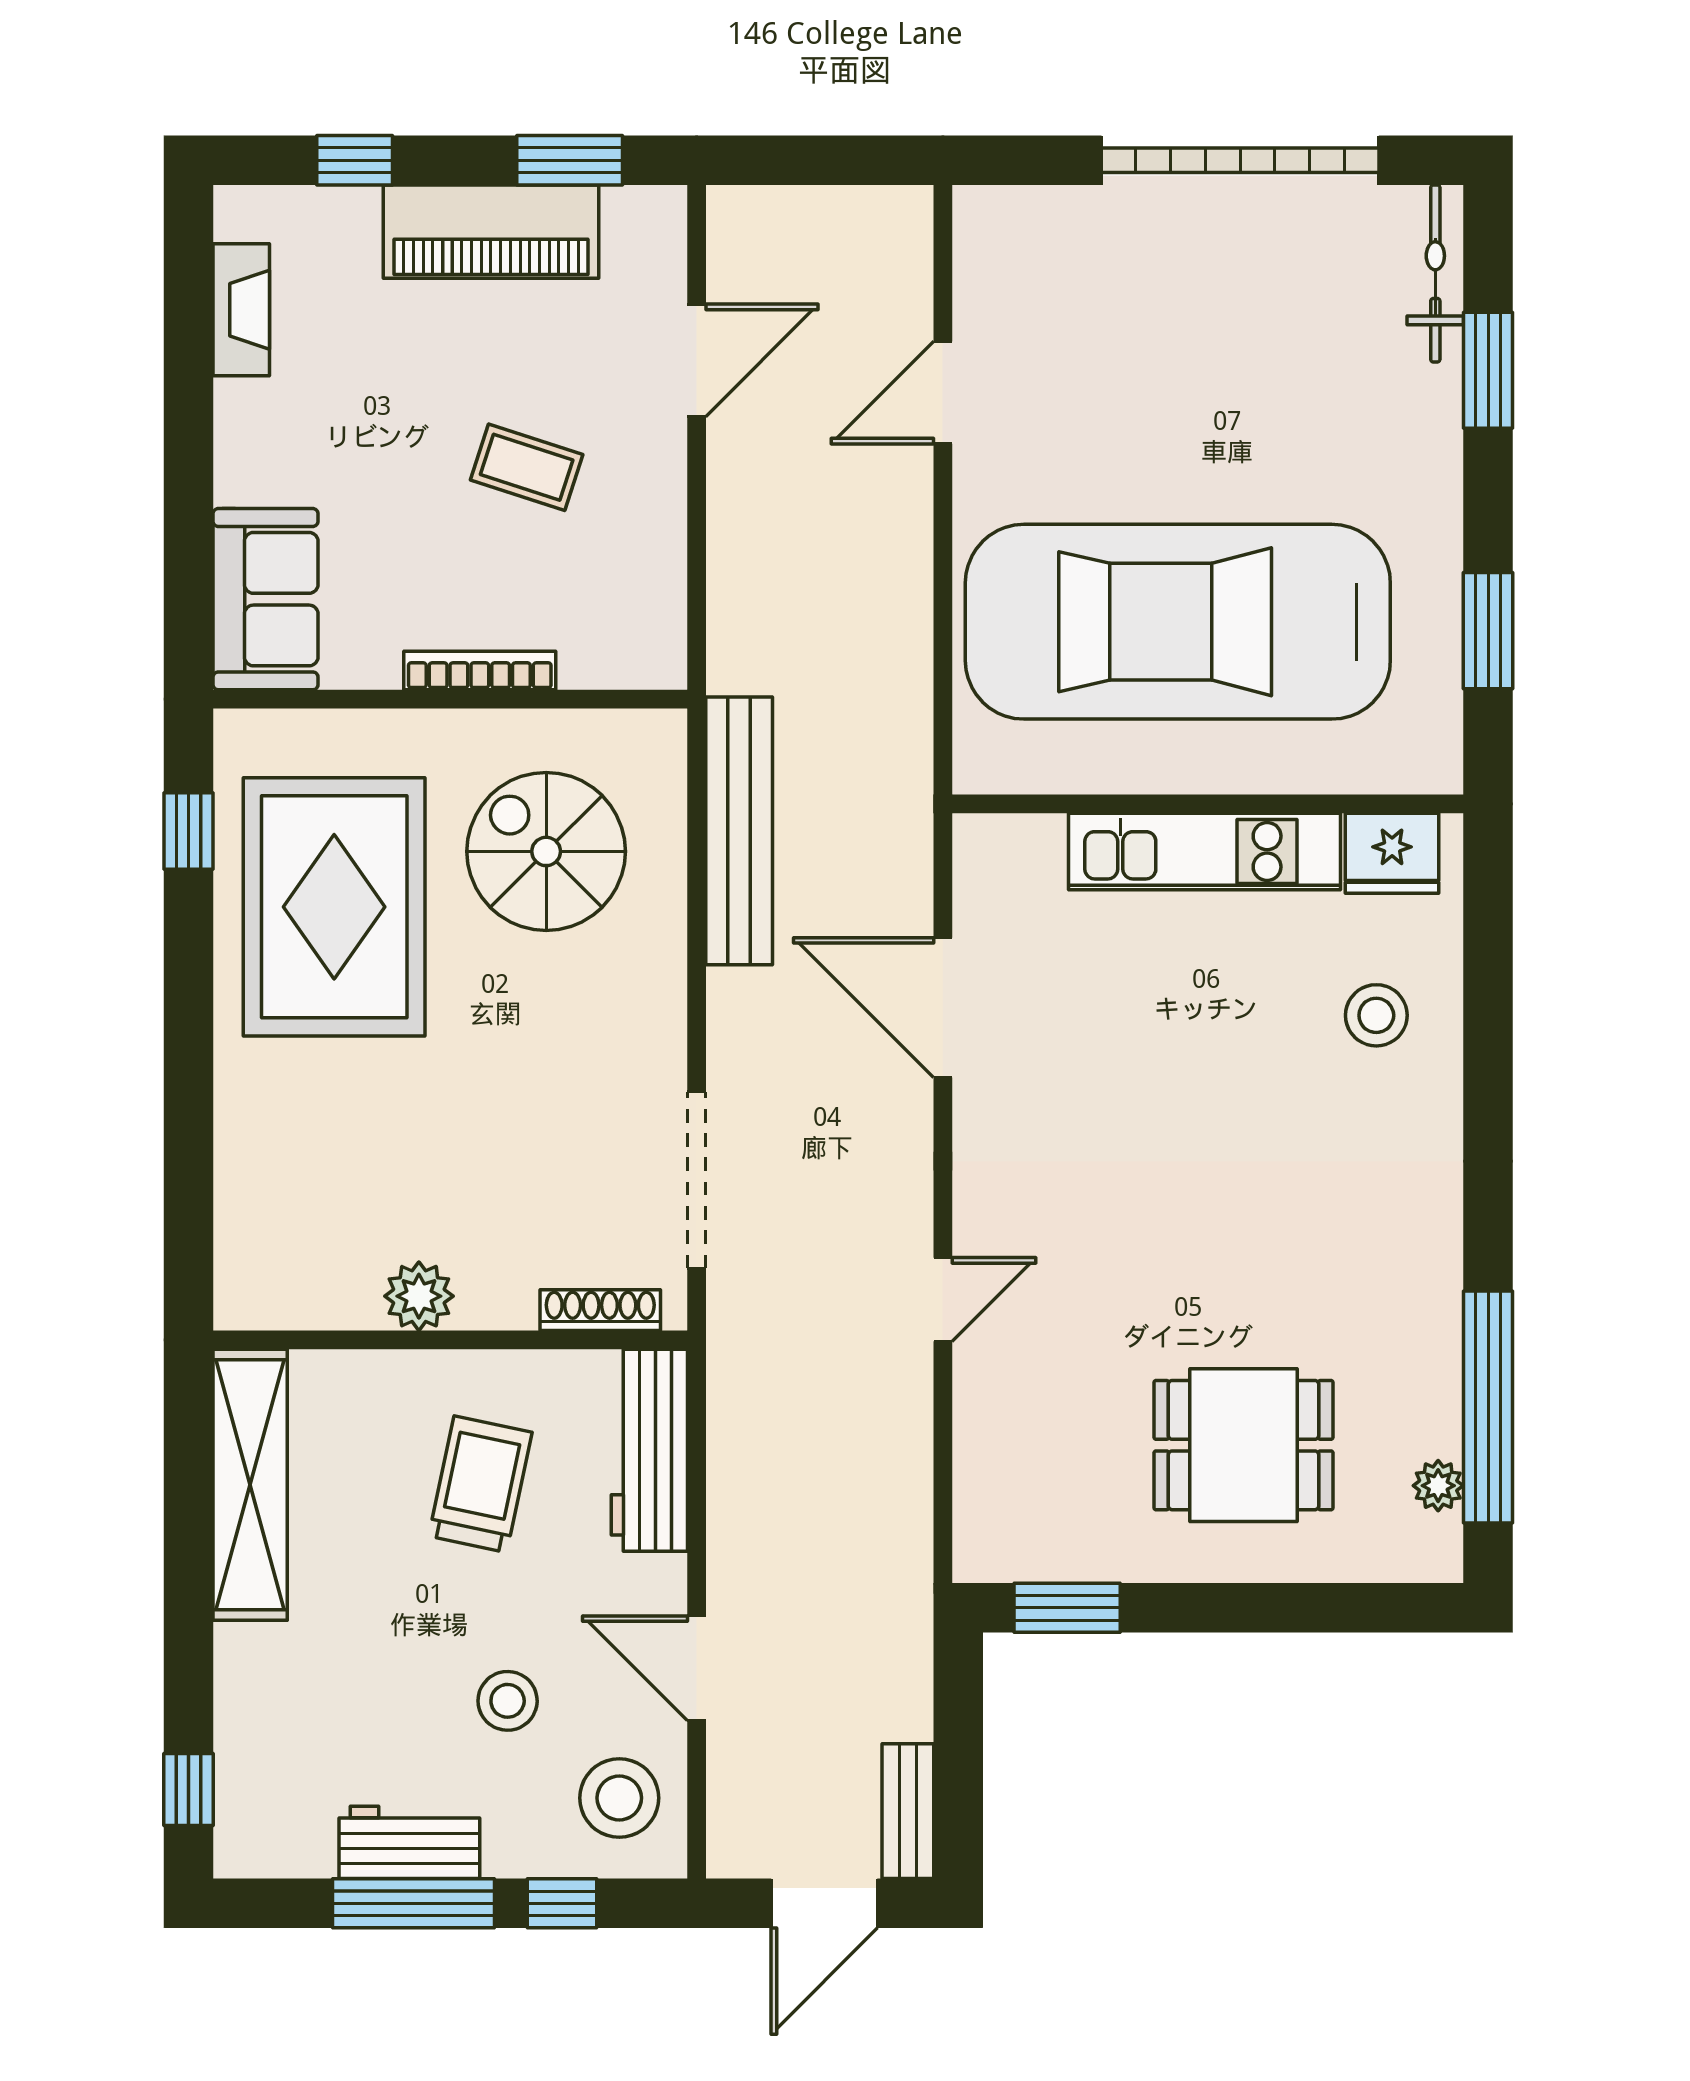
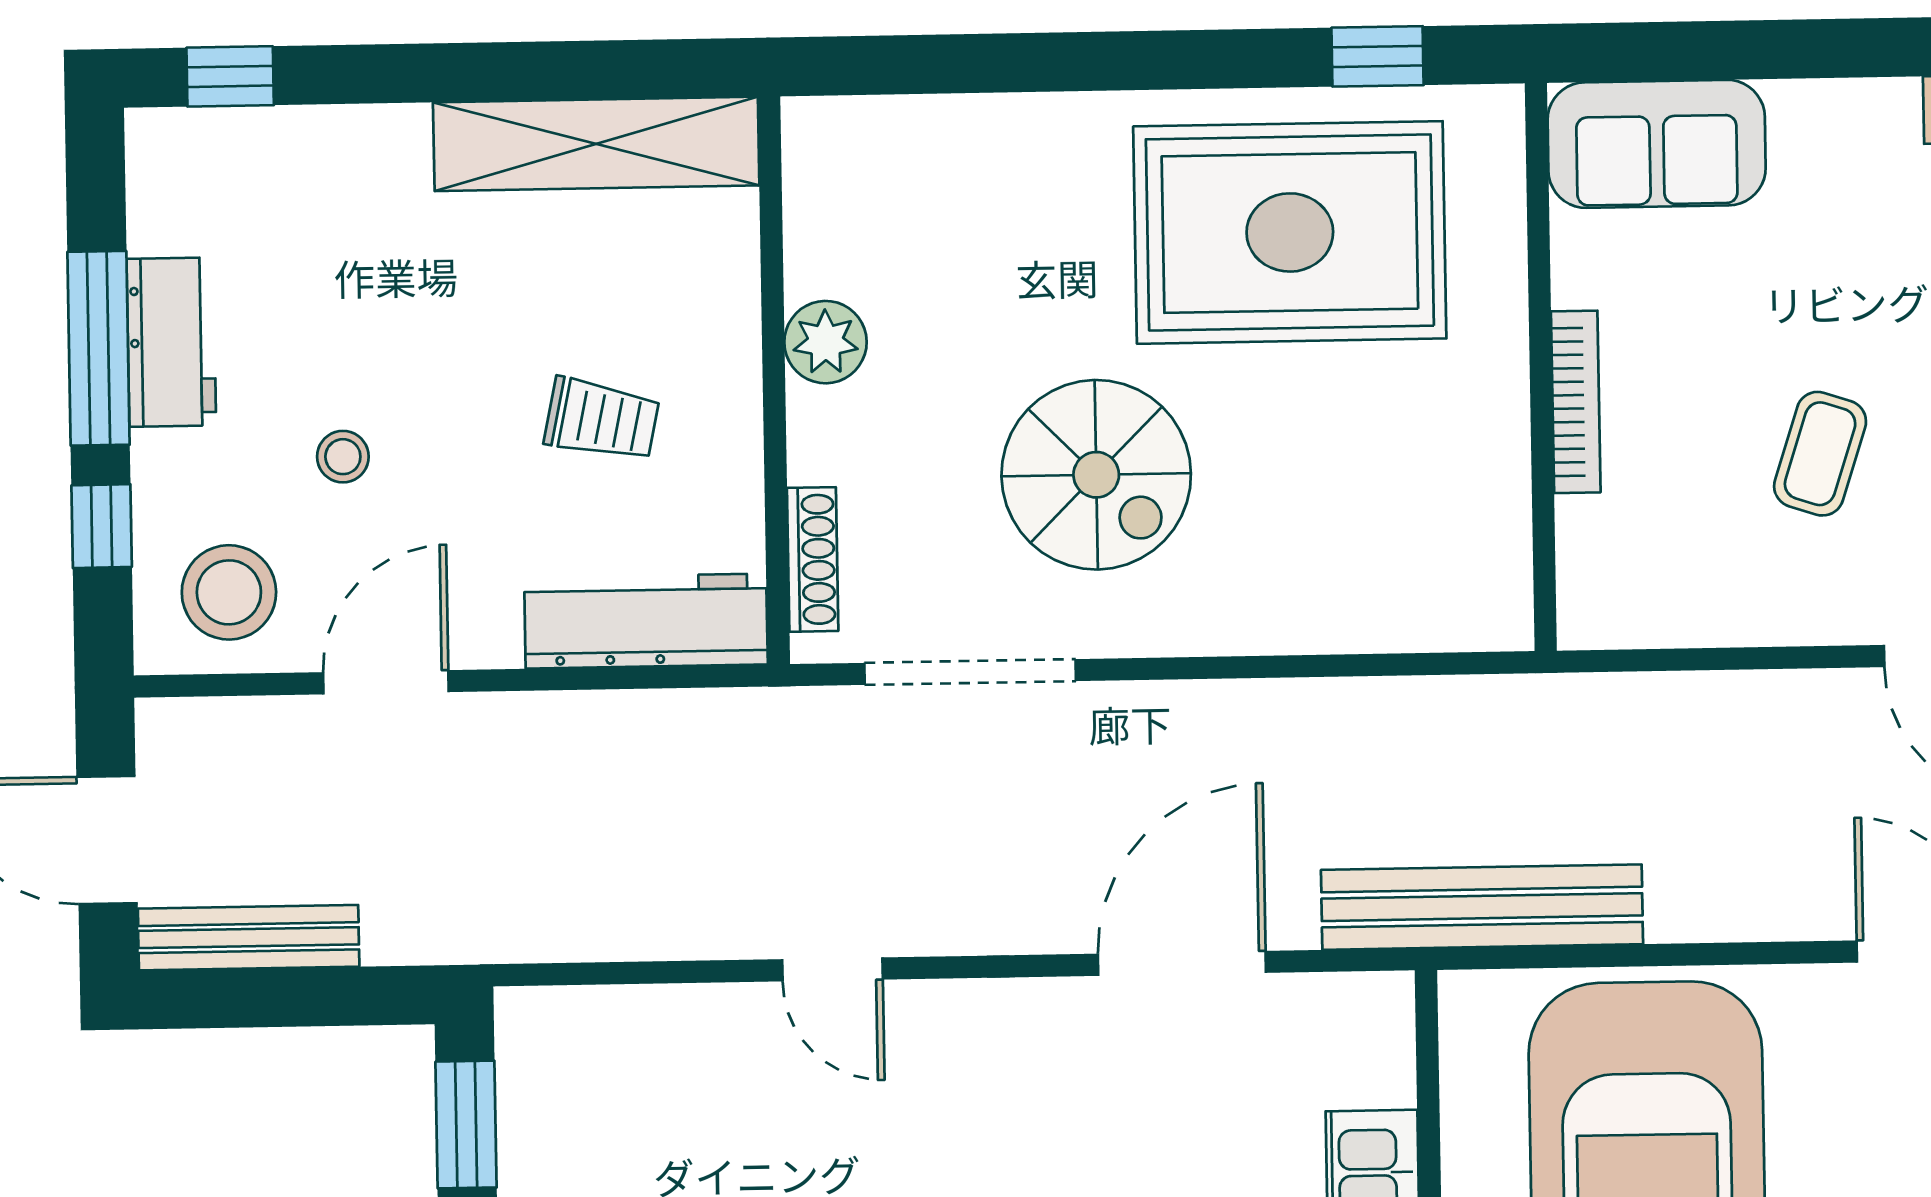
bench: (739, 831) -> (1482, 907), moved
spiral stairs: (546, 851) -> (1096, 475), moved, turned 90
trolley: (480, 1484) -> (602, 419), width x0.73, depth x0.72
stool: (508, 1701) -> (343, 457), width x0.73, depth x0.73
bench: (908, 1811) -> (249, 938), width x1.36

